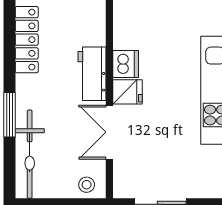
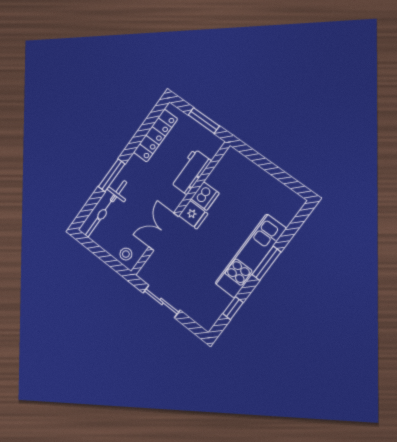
workbench: (92, 74) -> (191, 172), moved

